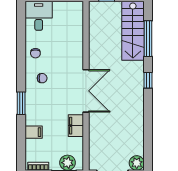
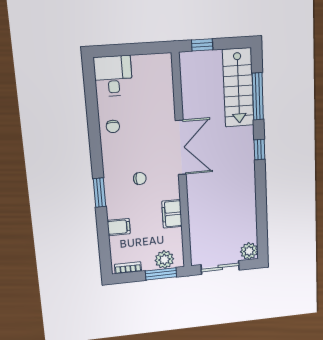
chair: (42, 78) -> (140, 179), moved
double door: (86, 91) -> (181, 147), moved

